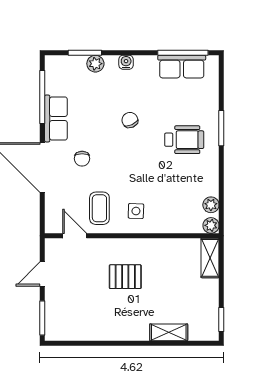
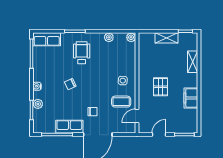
row of seats: (182, 67) -> (47, 39), moved, turned 90
plant: (211, 205) -> (109, 37), moved
shelving: (210, 258) -> (167, 38), moved
door: (42, 274) -> (159, 135), swing flipped
filing cabinet: (106, 329) -> (191, 98), added

